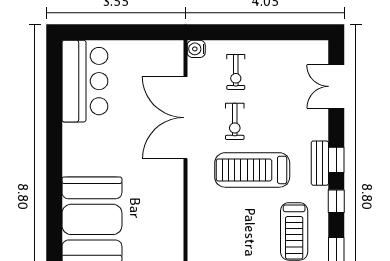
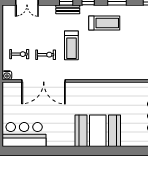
treadmill: (252, 170) -> (71, 45), width x0.73, depth x0.73

